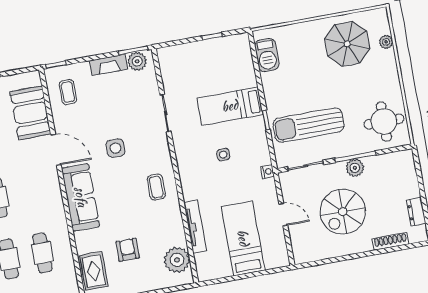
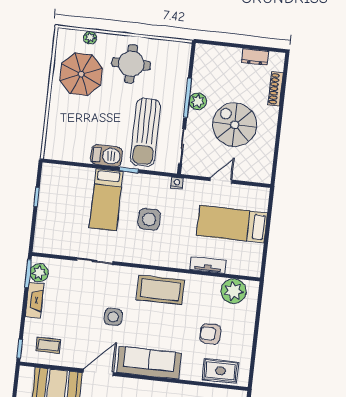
barbecue: (267, 55) -> (106, 156), moved
round table: (384, 122) -> (131, 64), moved
side table: (223, 155) -> (149, 219), width x1.87, depth x1.87
coffee table: (156, 187) -> (160, 290), width x1.86, depth x1.72
spiral stairs: (343, 212) -> (235, 125), turned 180
tv unit: (195, 227) -> (208, 265), width x0.71

